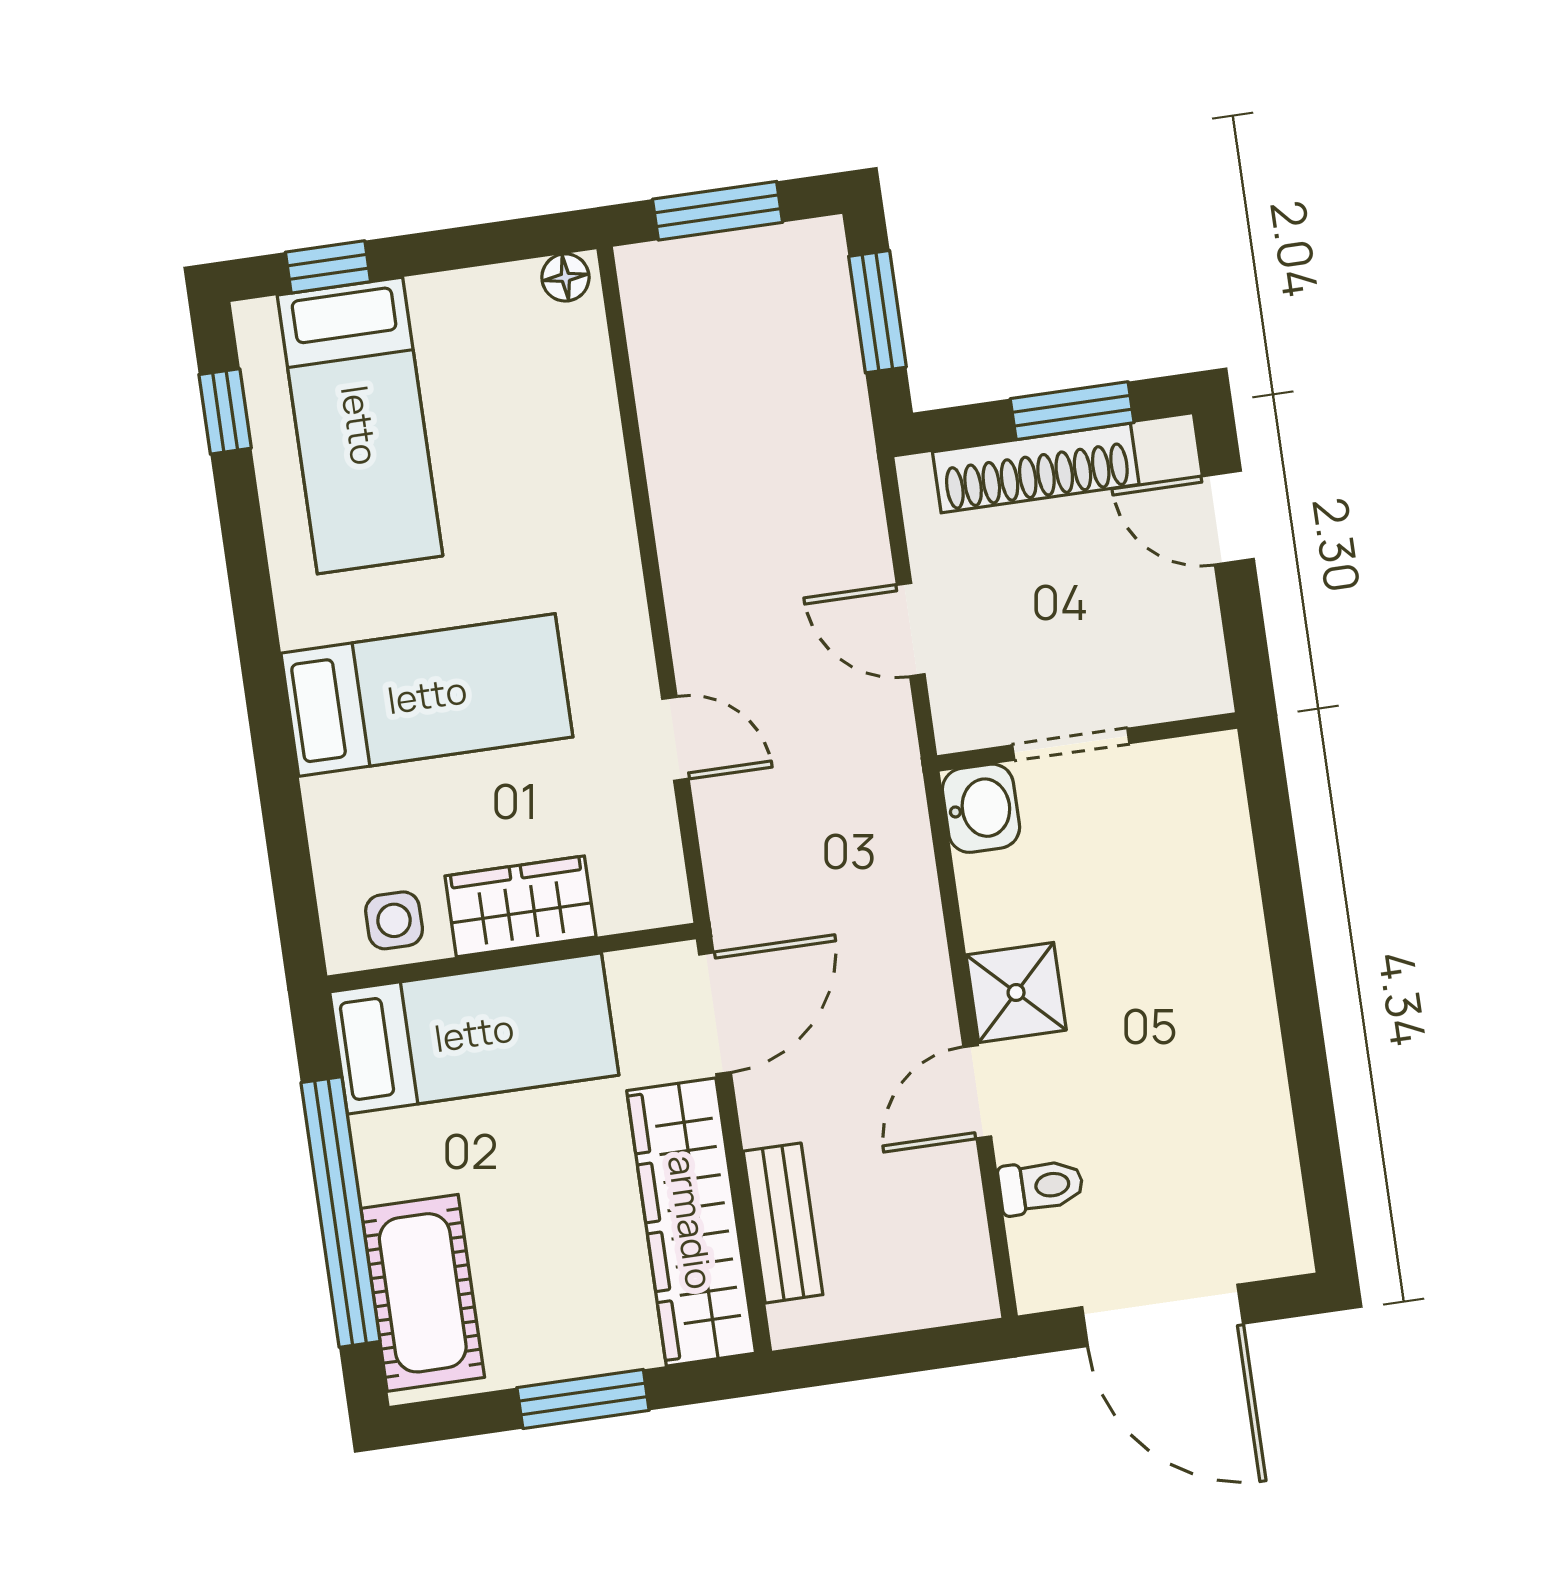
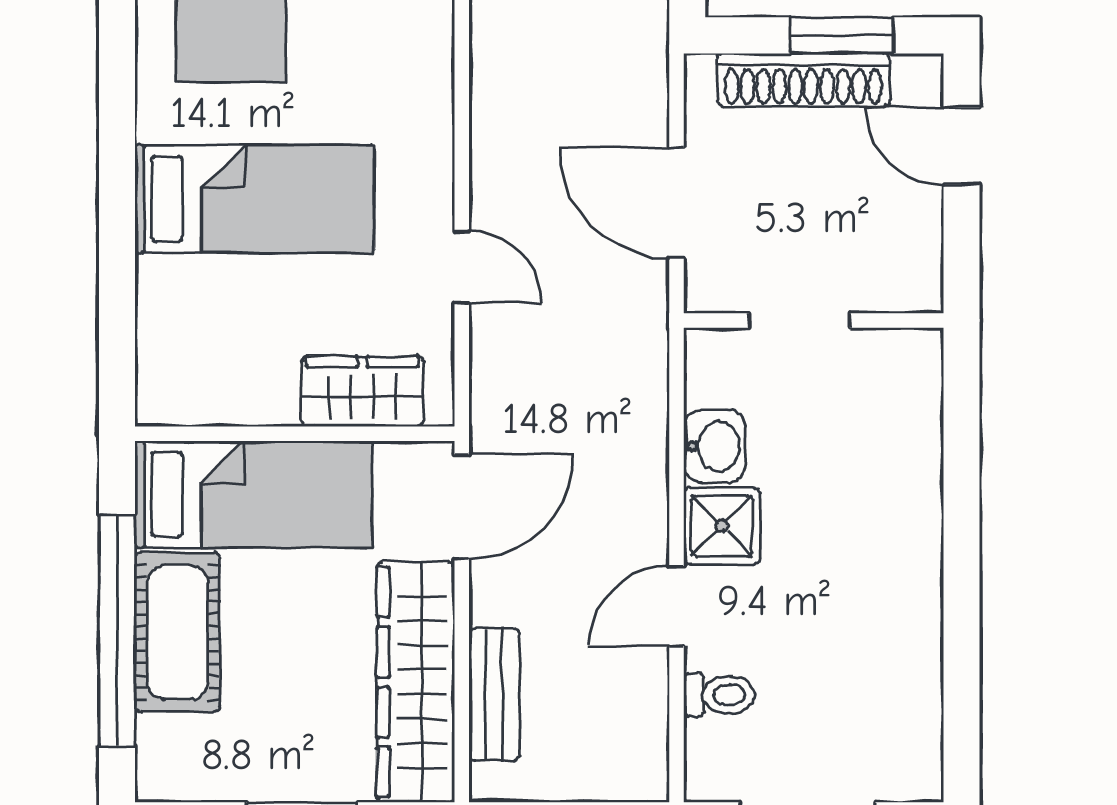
door: (911, 630) -> (676, 203), width x1.38
washbasin: (981, 808) -> (715, 446), moved
wardrobe: (520, 906) -> (362, 391), moved
side table: (394, 920) -> (199, 388), removed
cot: (423, 1293) -> (177, 632), moved

